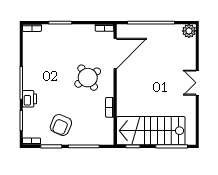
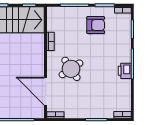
door: (115, 53) -> (46, 91), hinge flipped
printer: (30, 99) -> (125, 71), moved
armchair: (61, 125) -> (96, 25), turned 67

